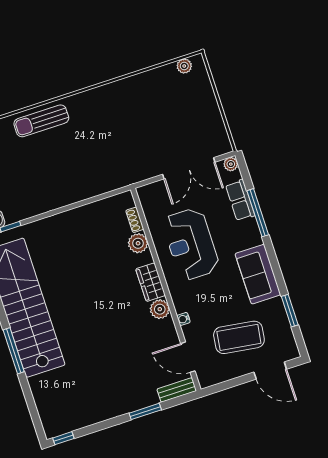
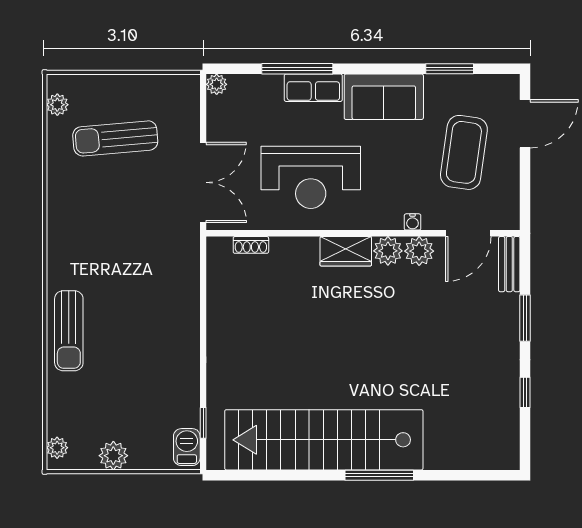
sun lounger: (175, 110) -> (115, 138), added
double door: (189, 168) -> (203, 182), moved
row of seats: (240, 200) -> (313, 88), moved
plant: (138, 243) -> (419, 251), moved
window: (63, 438) -> (525, 392), moved

